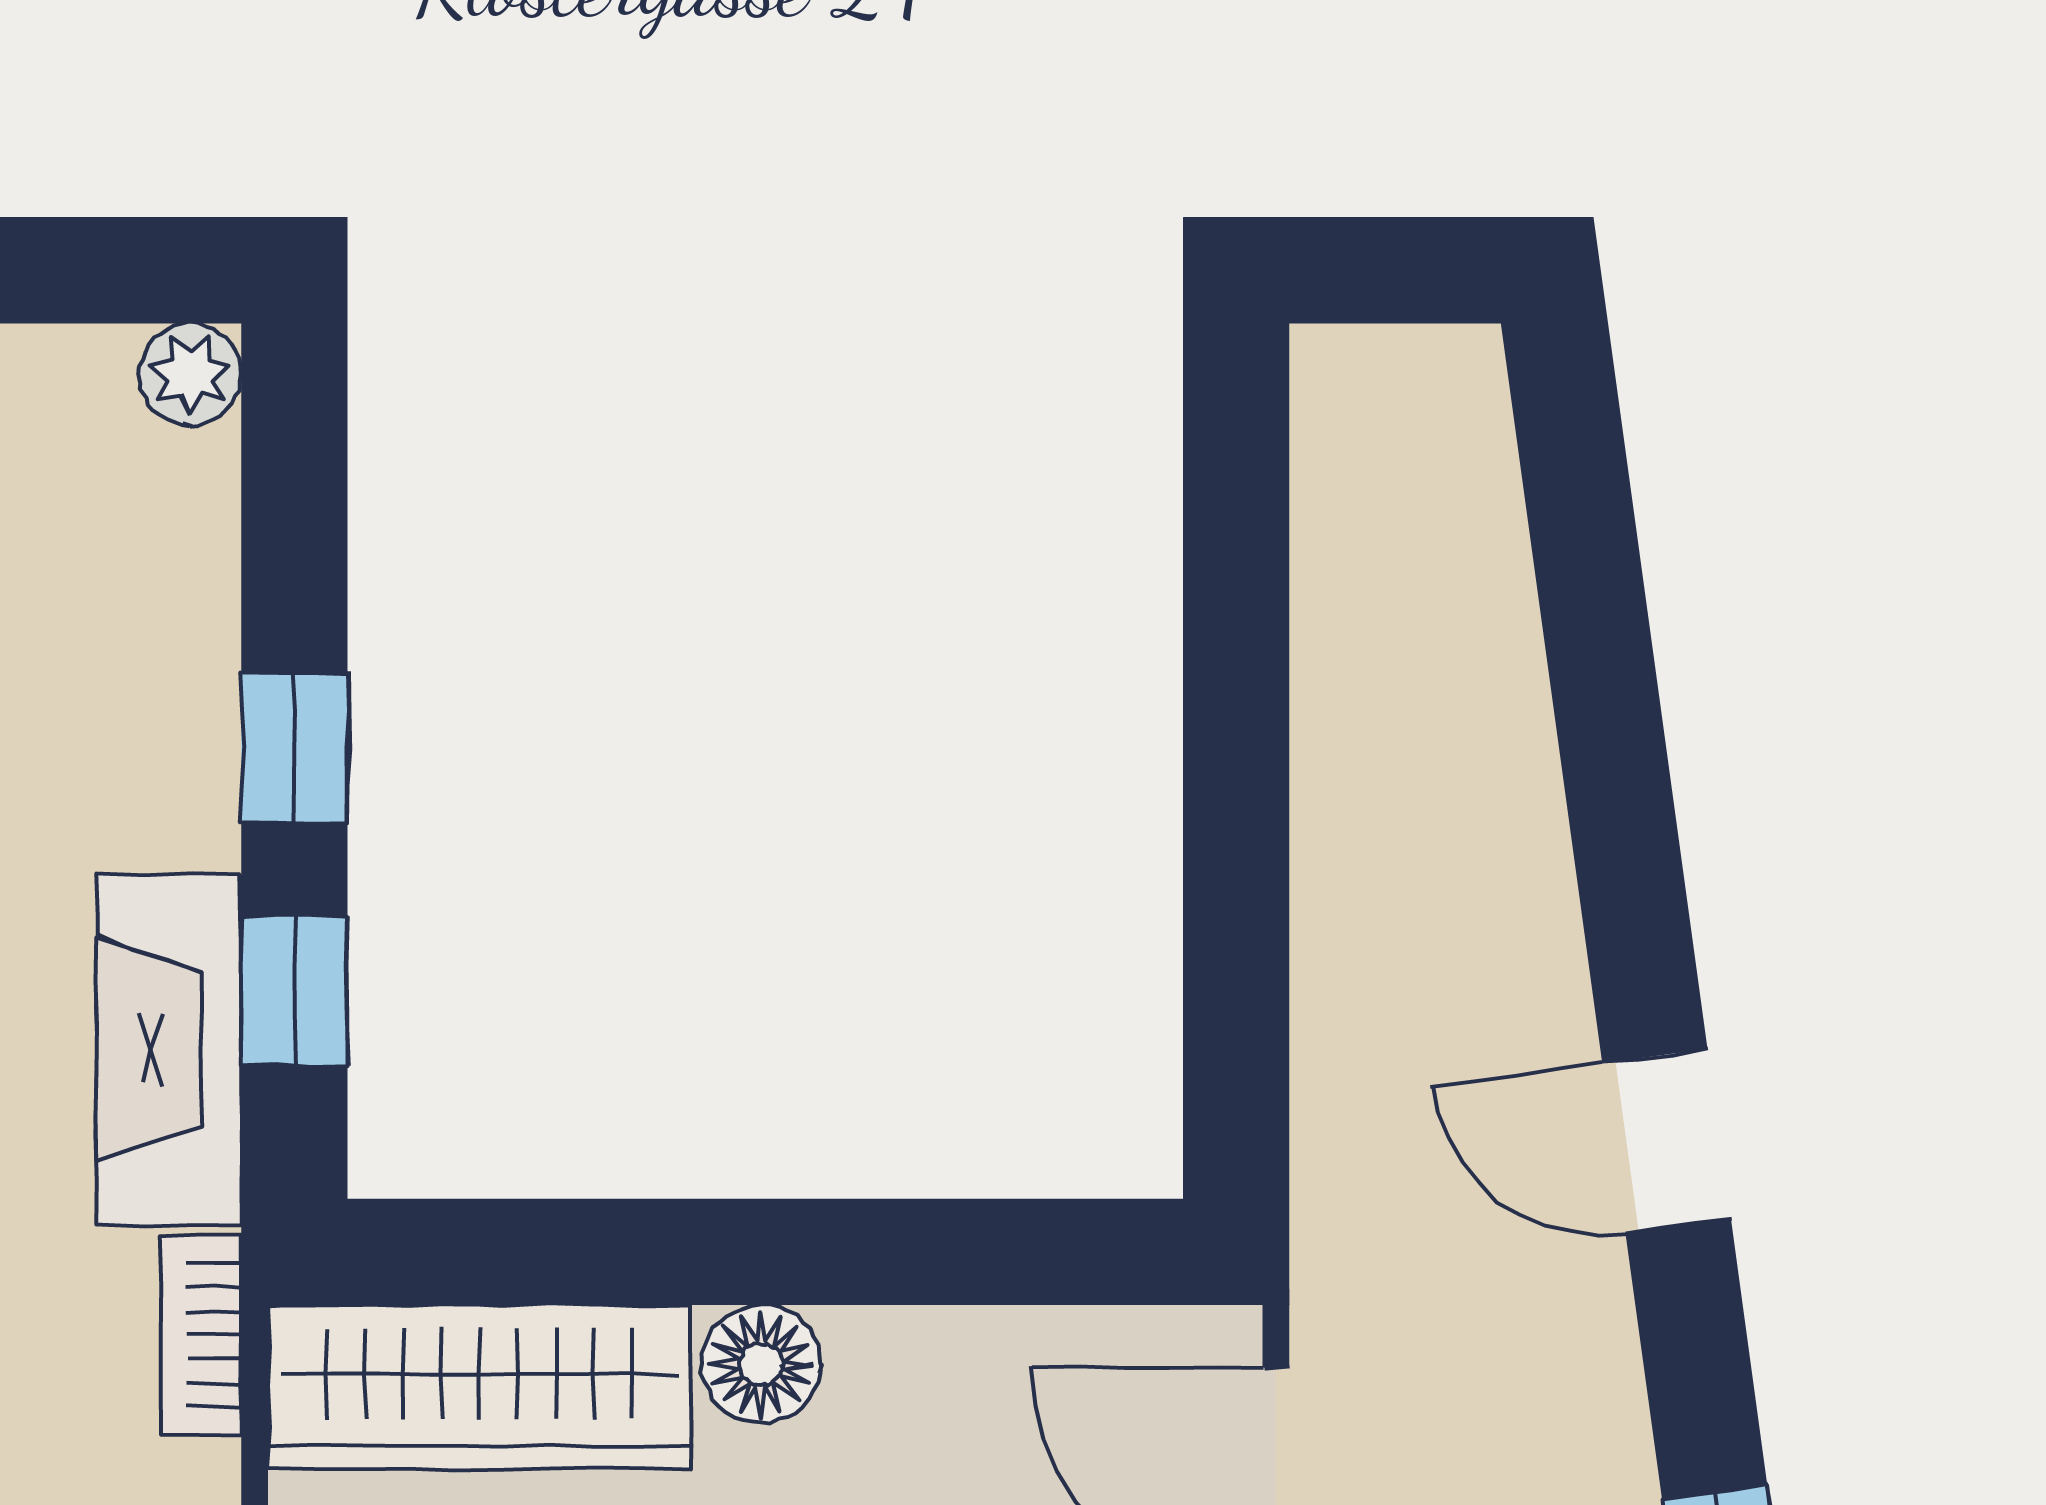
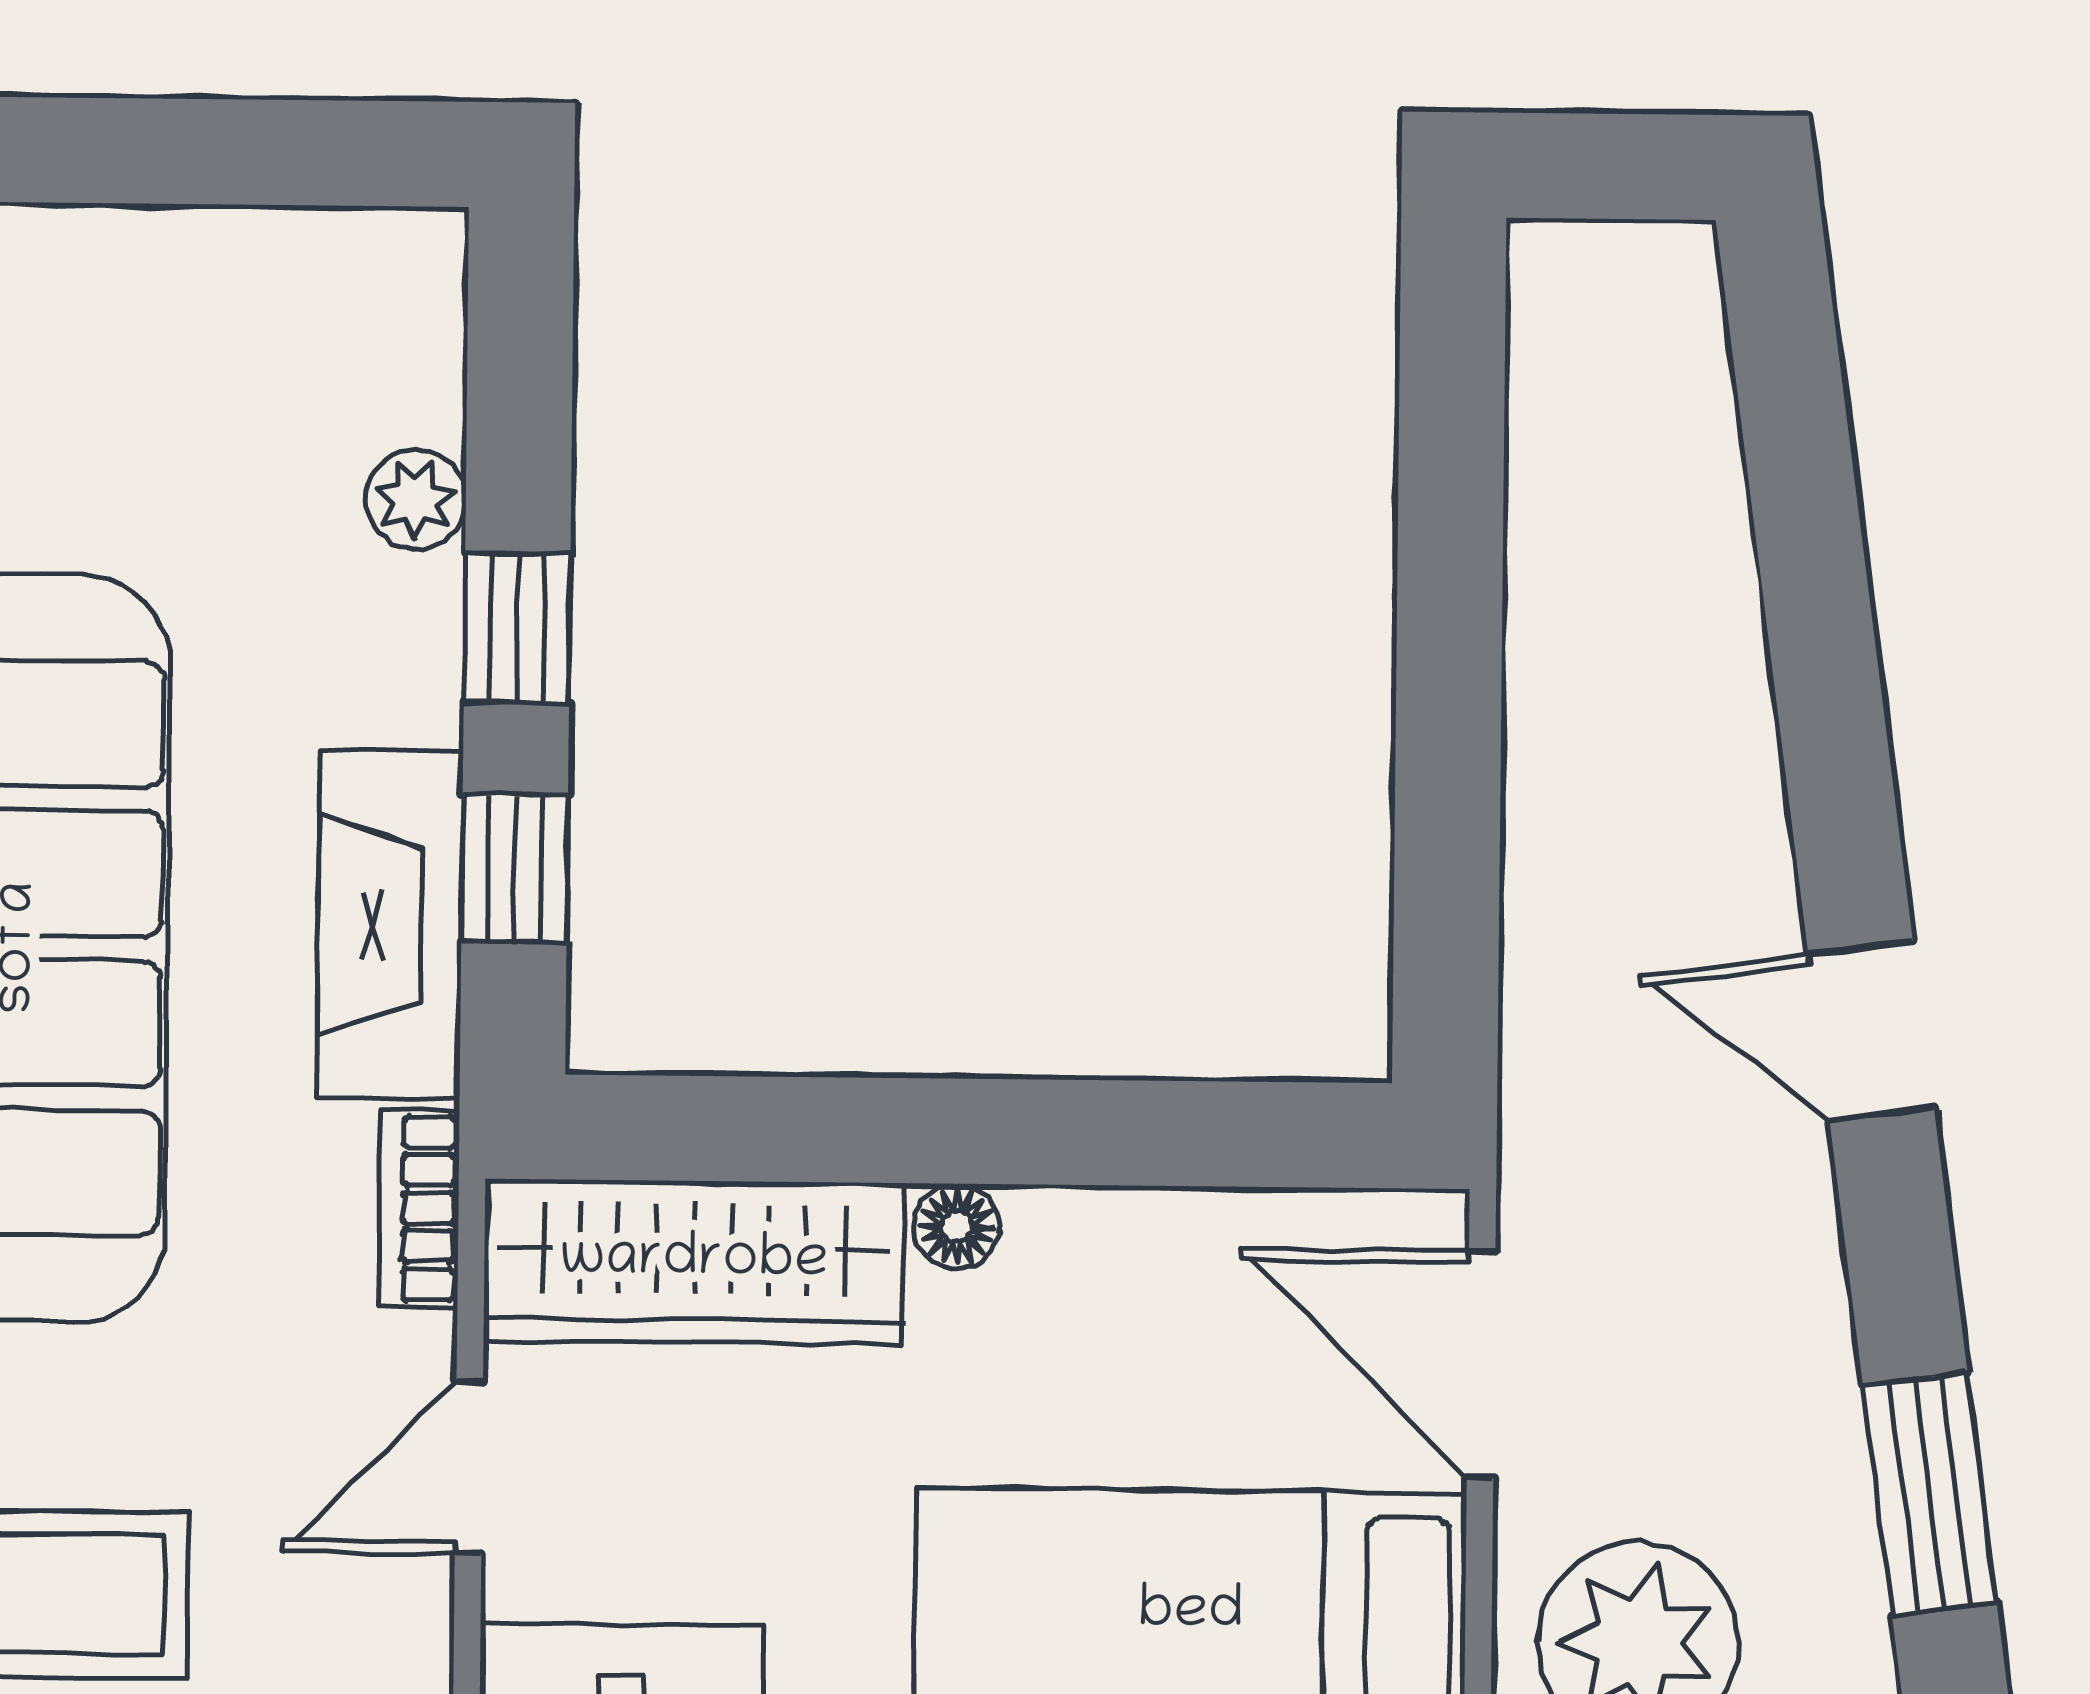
plant: (190, 374) -> (416, 499), moved
floor lamp: (761, 1364) -> (957, 1226), width x0.73, depth x0.73

